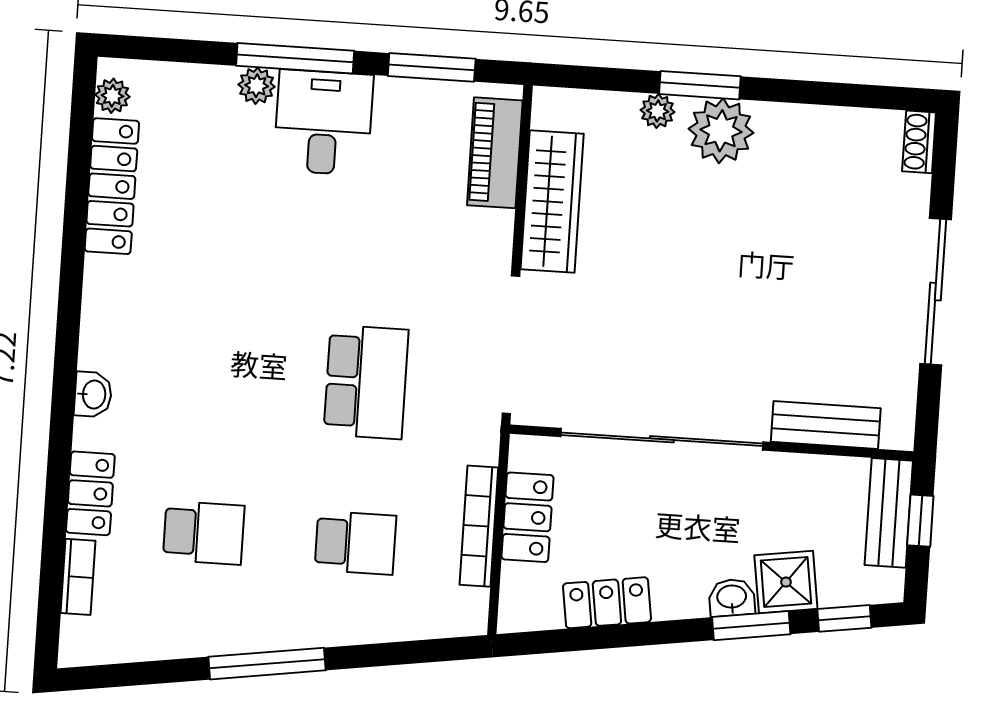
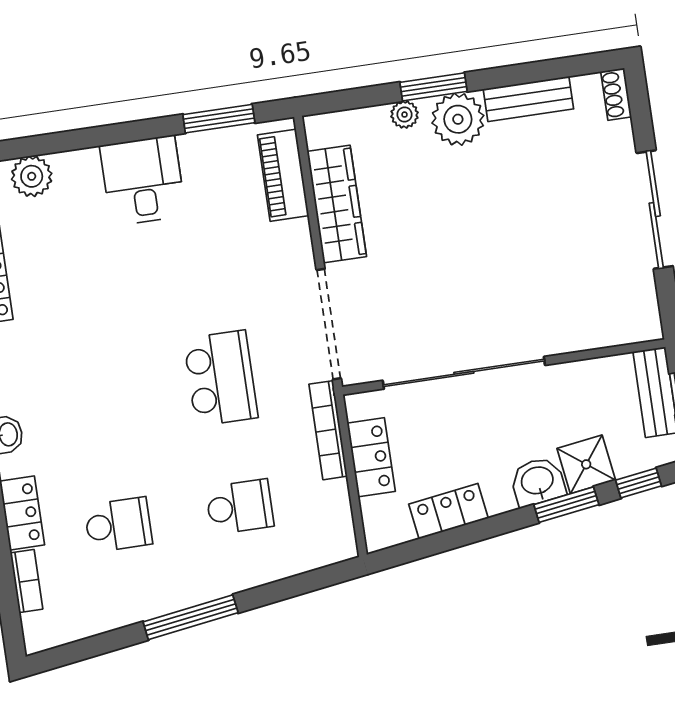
window: (295, 58) -> (109, 135), removed
plant: (257, 86) -> (32, 176), moved, width x1.38, depth x1.38
bench: (826, 425) -> (528, 99), moved
bookcase: (479, 526) -> (328, 430), moved
washbasin: (732, 598) -> (538, 482), width x1.38, depth x1.45

